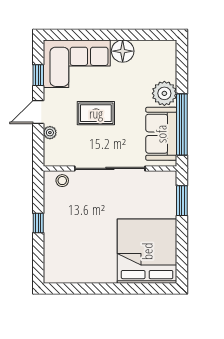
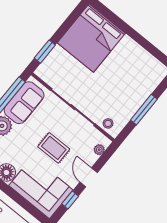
door: (38, 112) -> (89, 177), swing flipped
plant: (50, 133) -> (99, 150), moved
window: (38, 223) -> (144, 110), width x2.17

